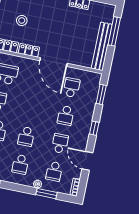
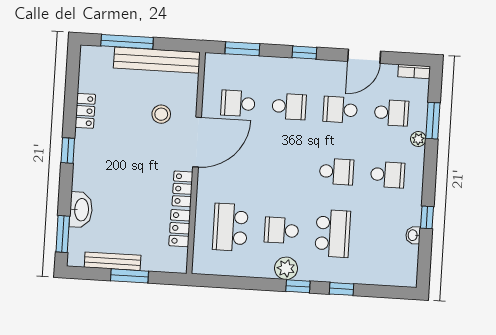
stool: (22, 20) -> (161, 114), moved

